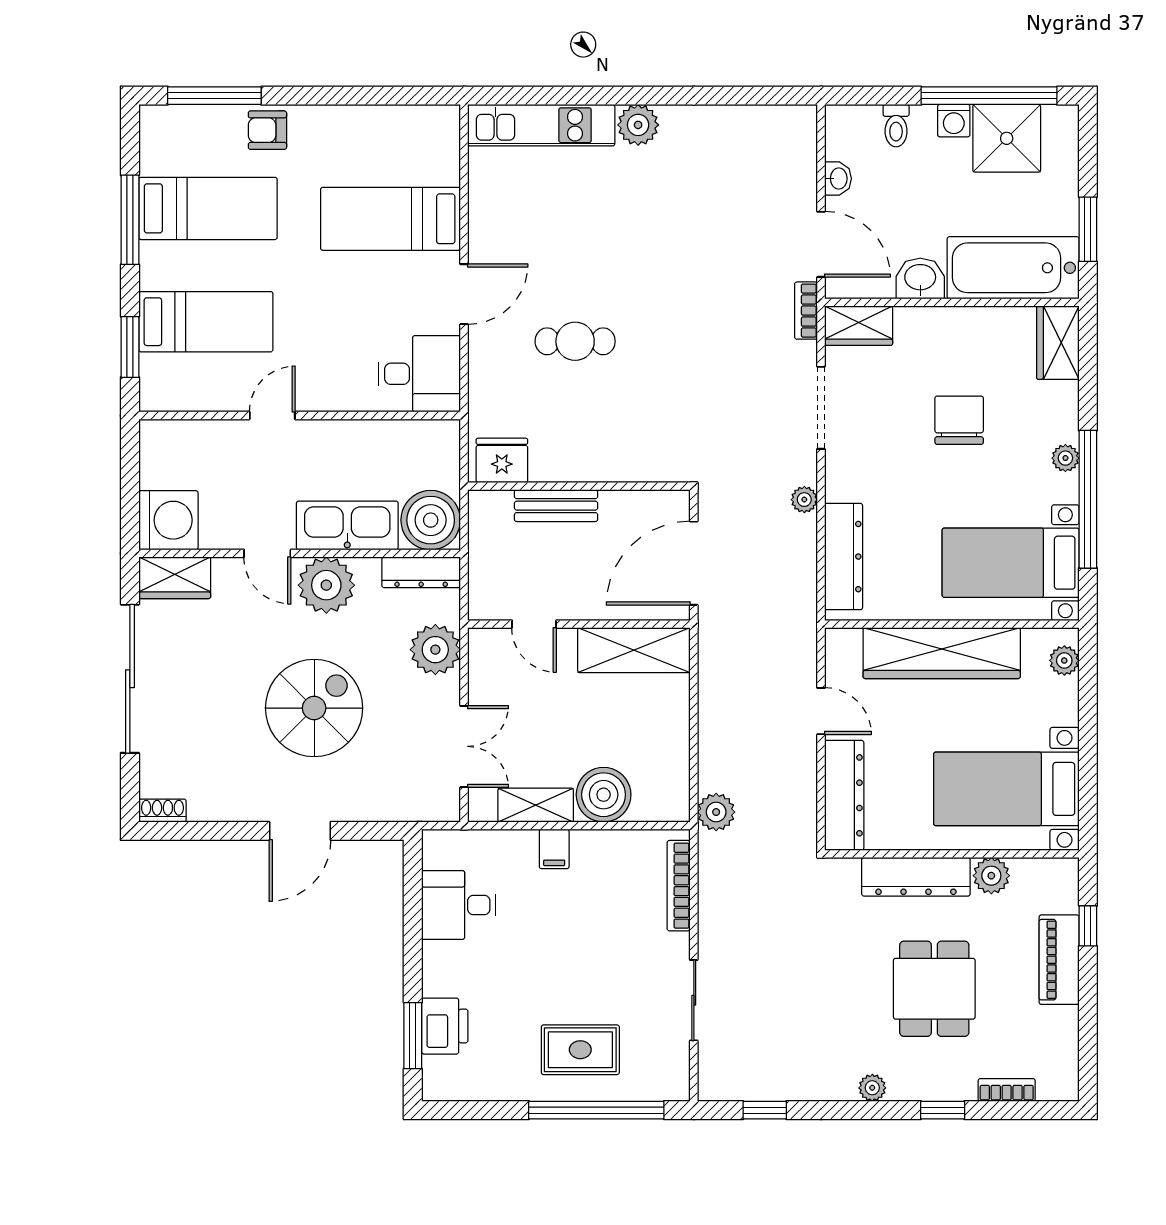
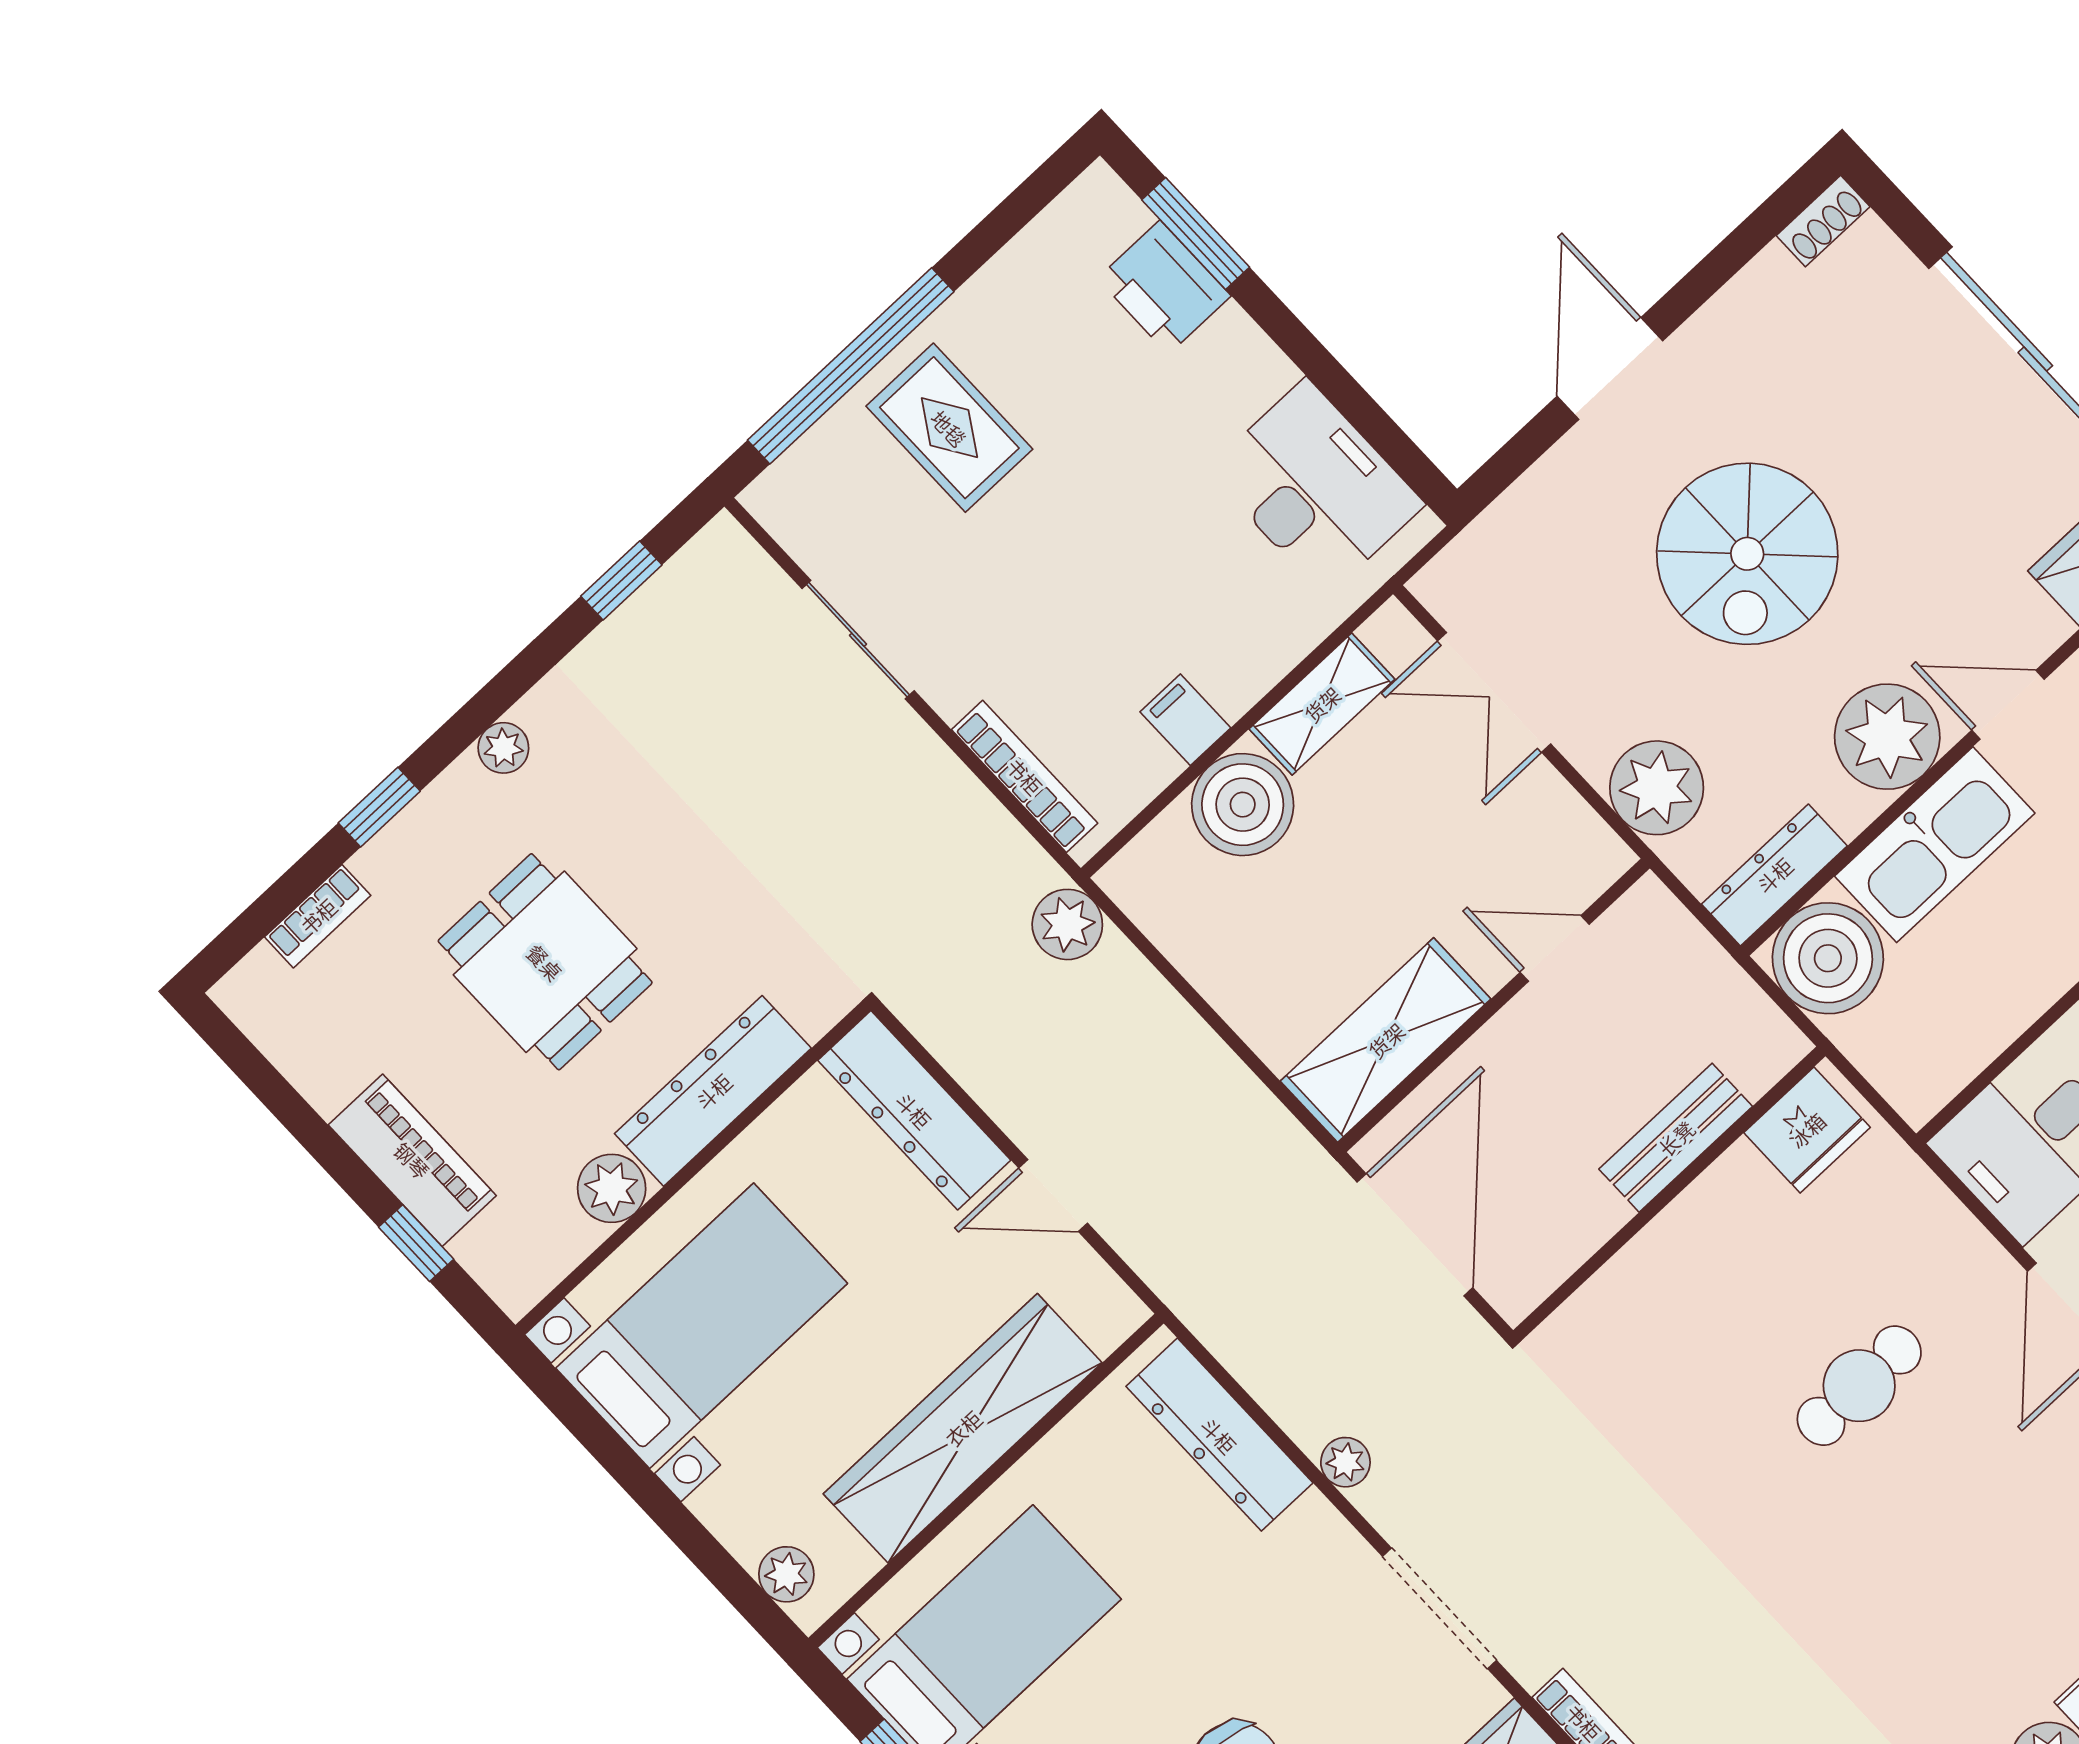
filing cabinet: (554, 849) -> (1185, 720), moved
desk: (459, 905) -> (1316, 487), width x1.37
rug: (580, 1050) -> (949, 428), turned 90

